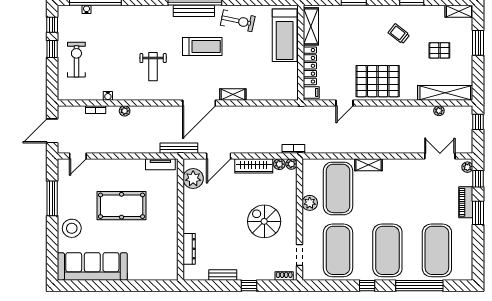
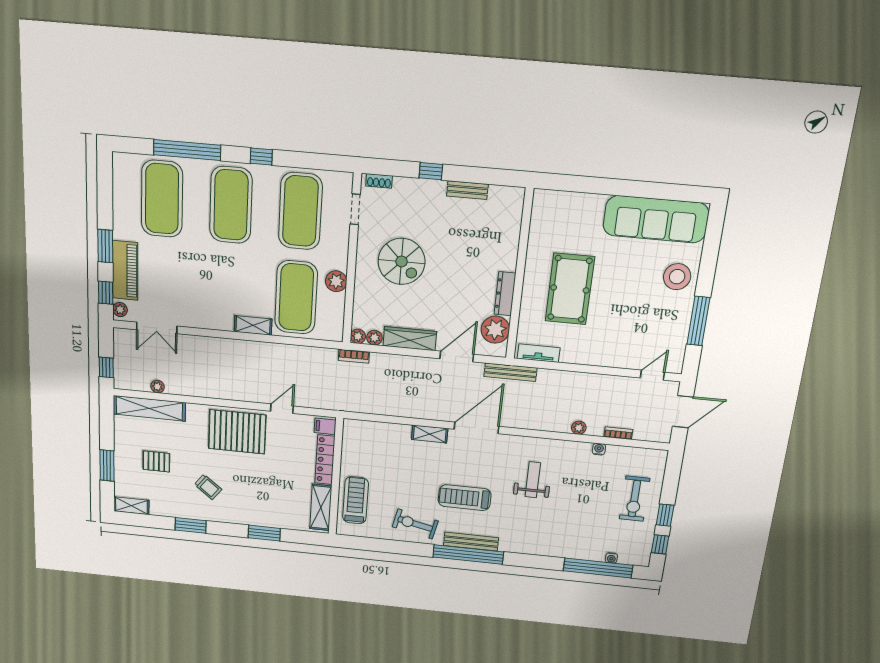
treadmill: (285, 35) -> (356, 500), width x0.73, depth x0.73
piano: (466, 202) -> (125, 270), width x1.37, depth x1.33
pool table: (122, 206) -> (570, 289), moved, turned 90
dresser: (189, 249) -> (505, 294), moved

